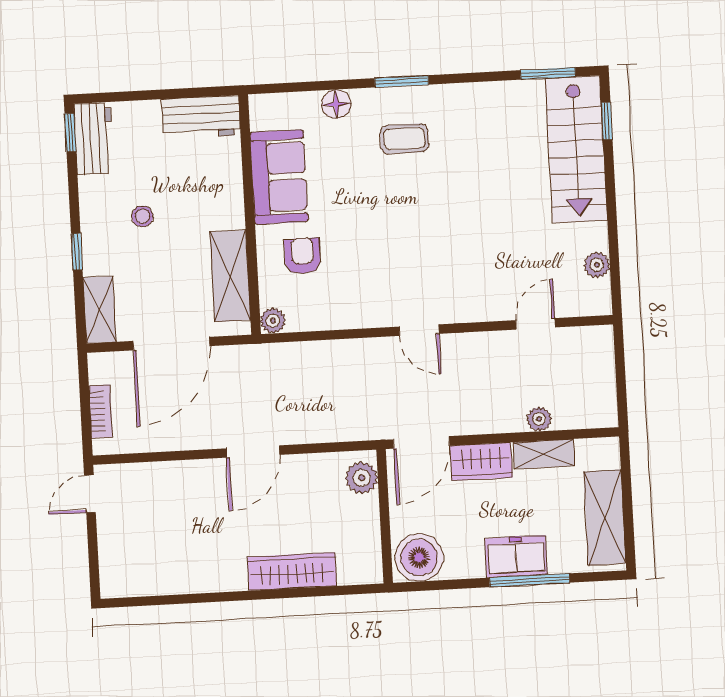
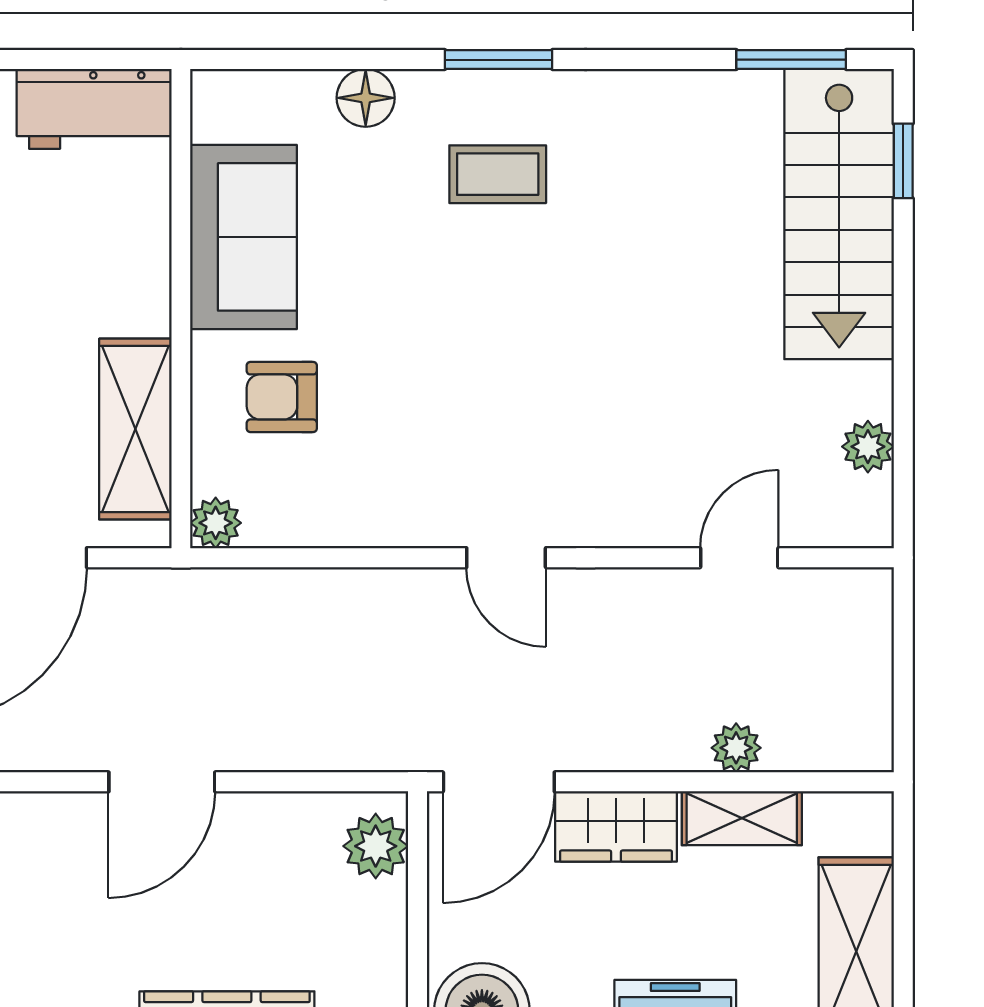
armchair: (302, 256) -> (282, 397), turned -90

